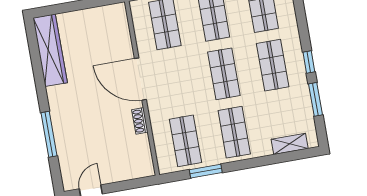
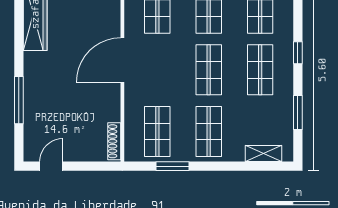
window: (309, 62) -> (298, 53), moved
door: (140, 79) -> (122, 60), hinge flipped
shoe rack: (140, 121) -> (114, 141), moved, width x1.43

